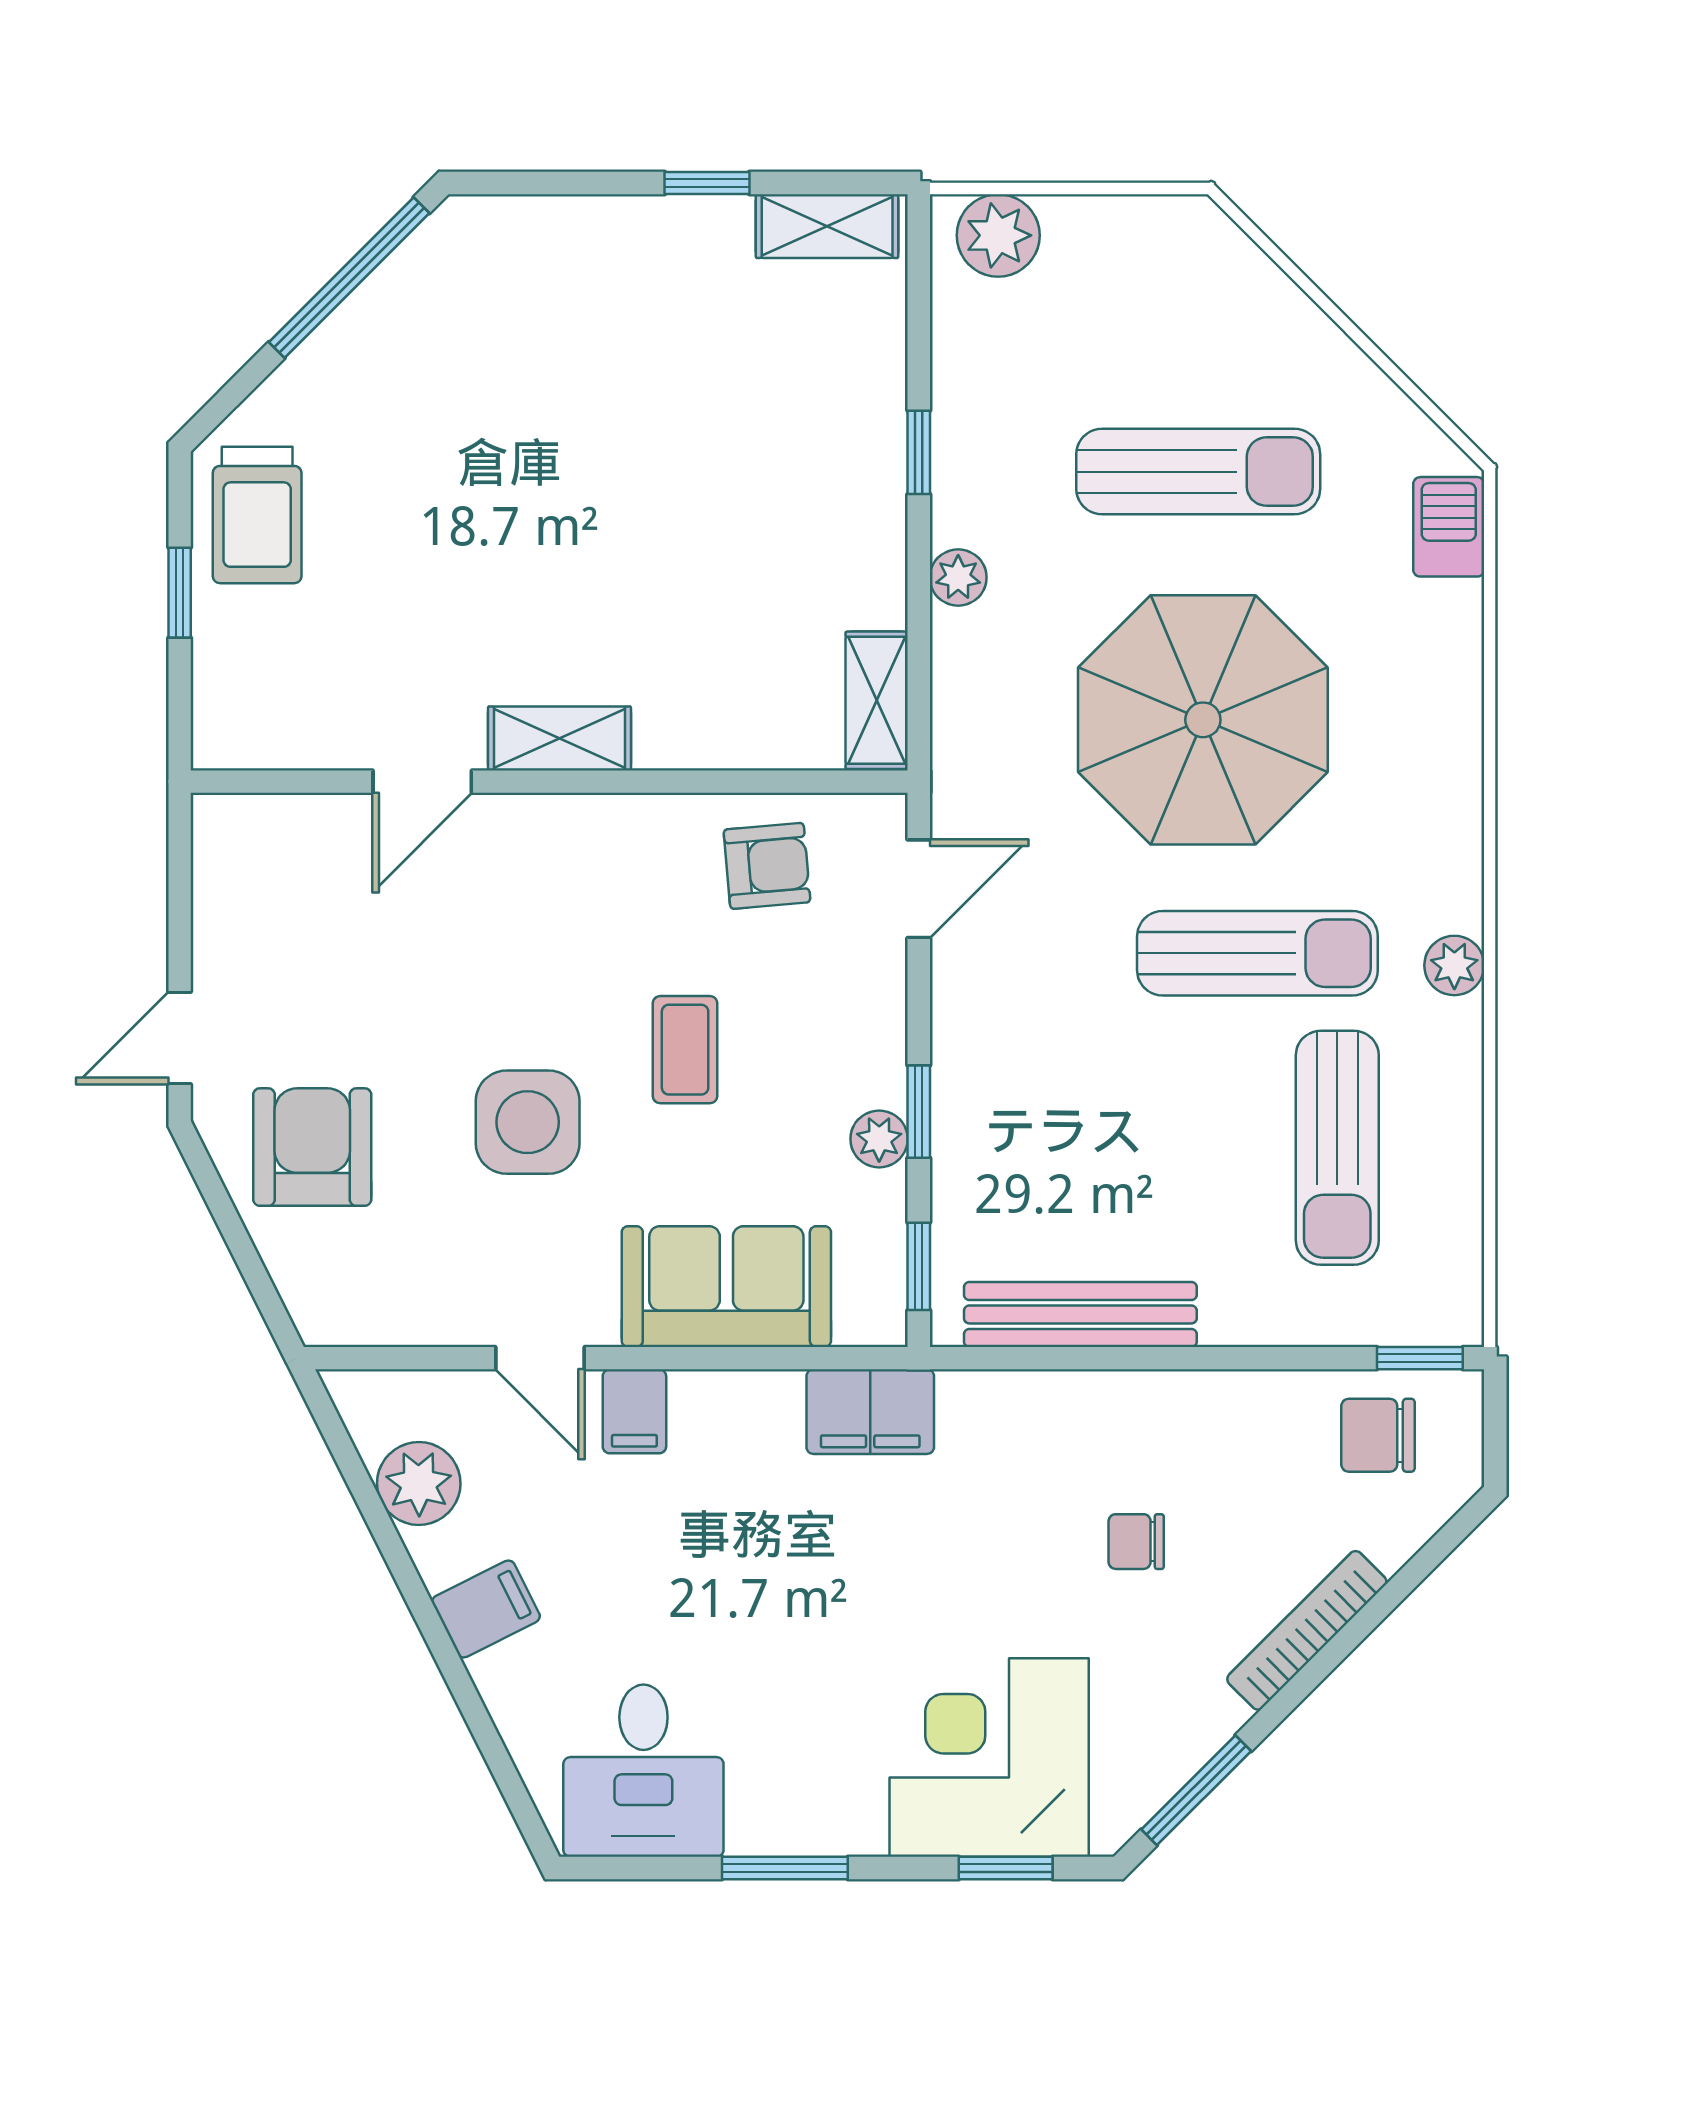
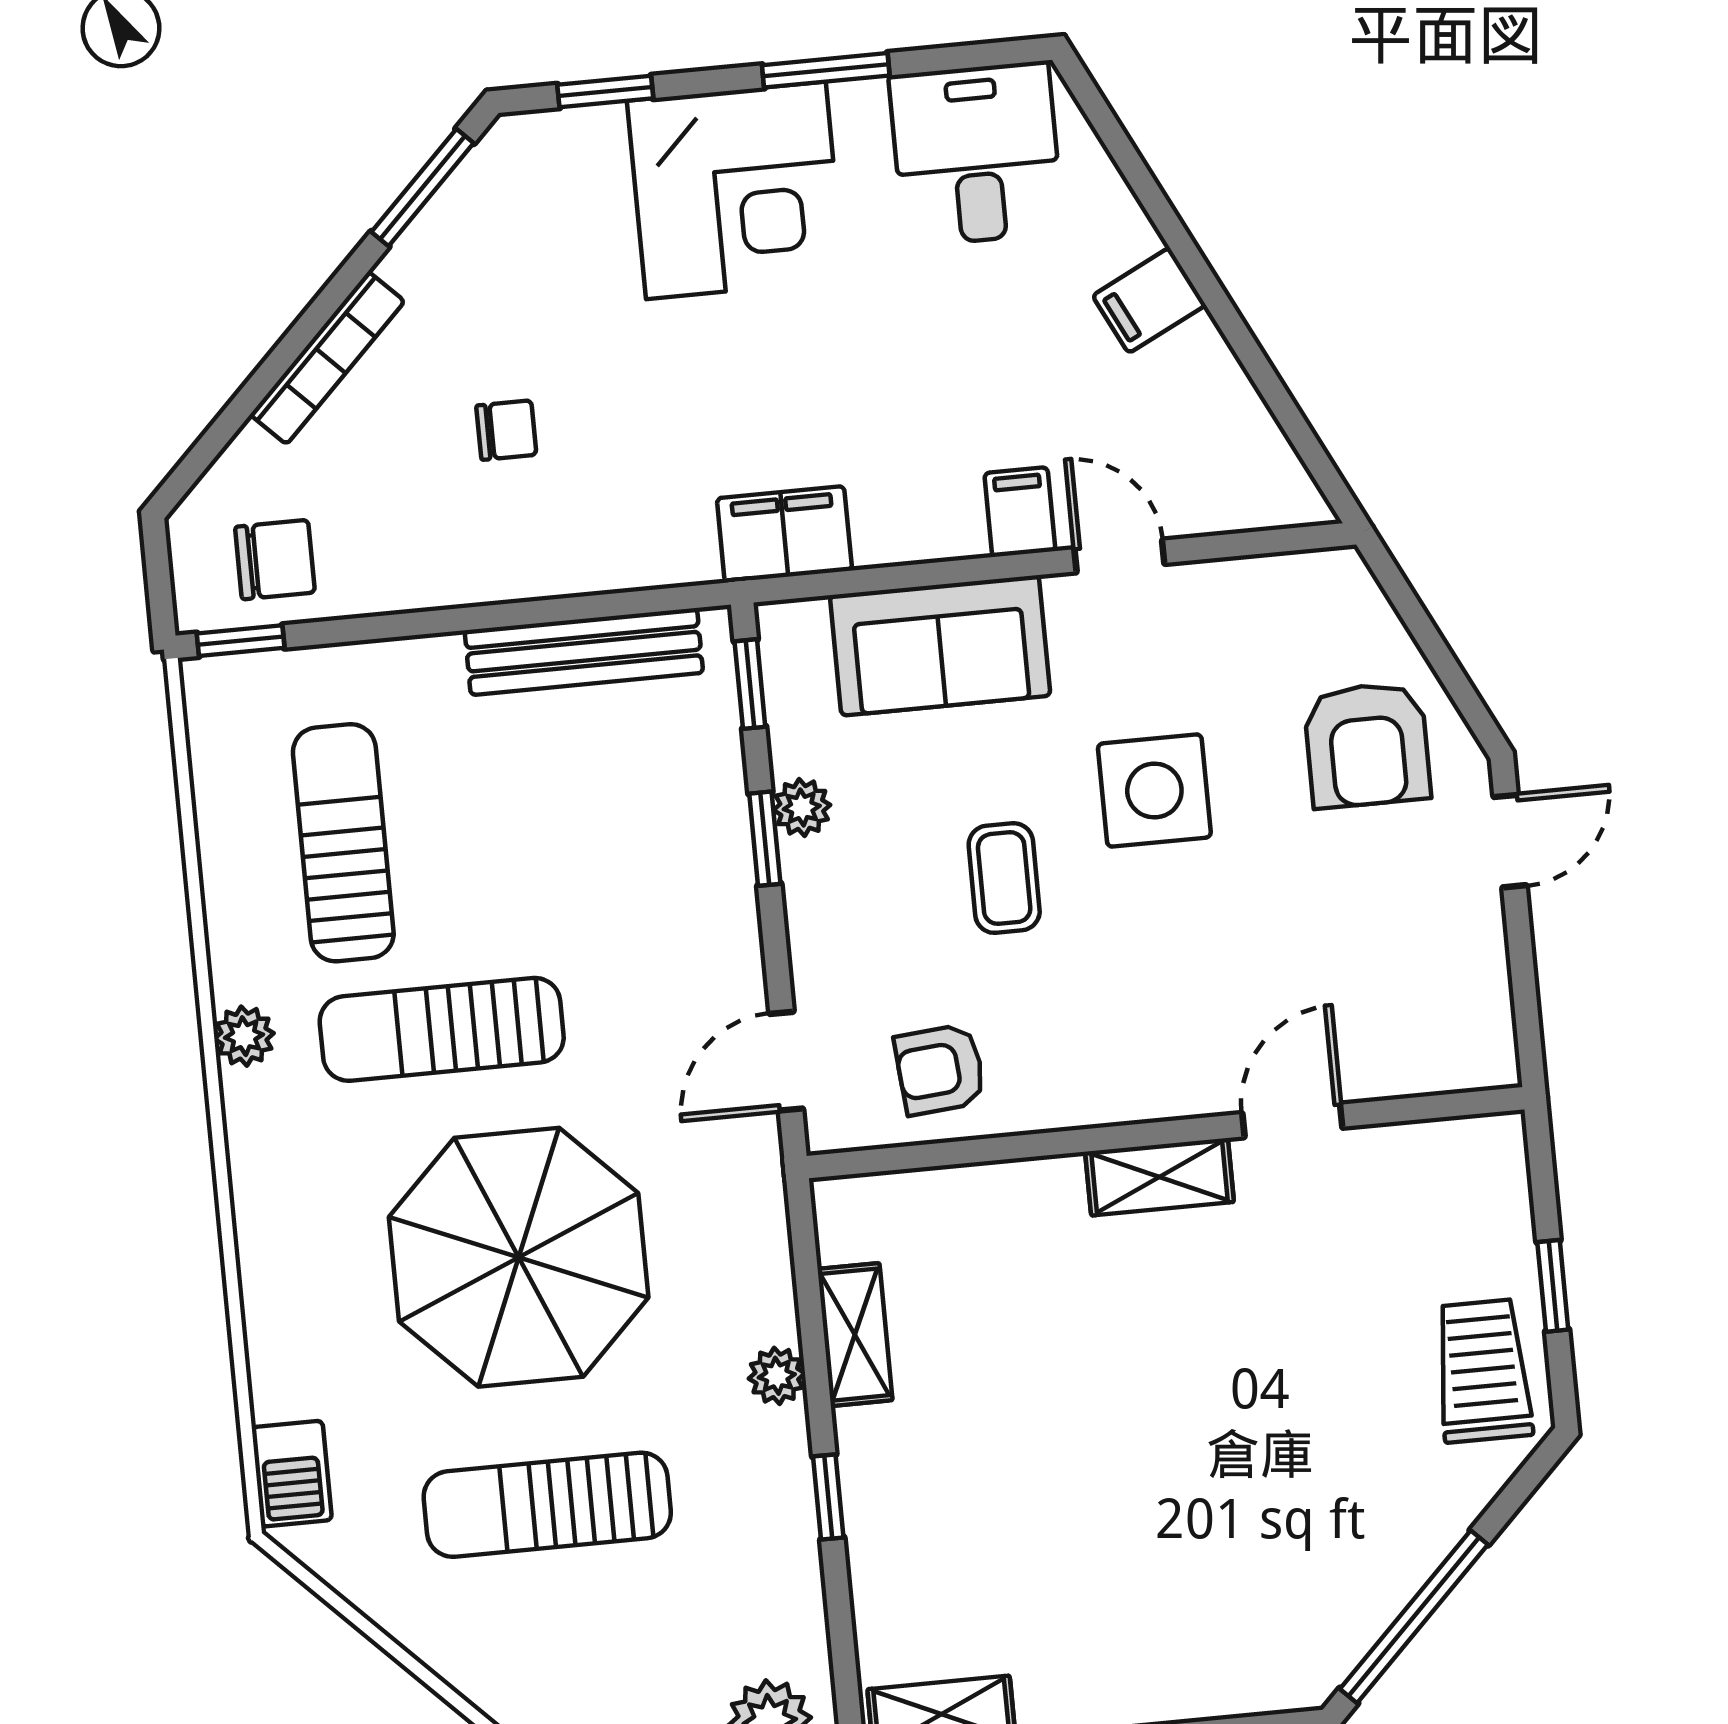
shelving: (877, 700) -> (855, 1335), moved
plant: (419, 1483) -> (1228, 419), removed
corner desk: (989, 1758) -> (736, 190), moved

